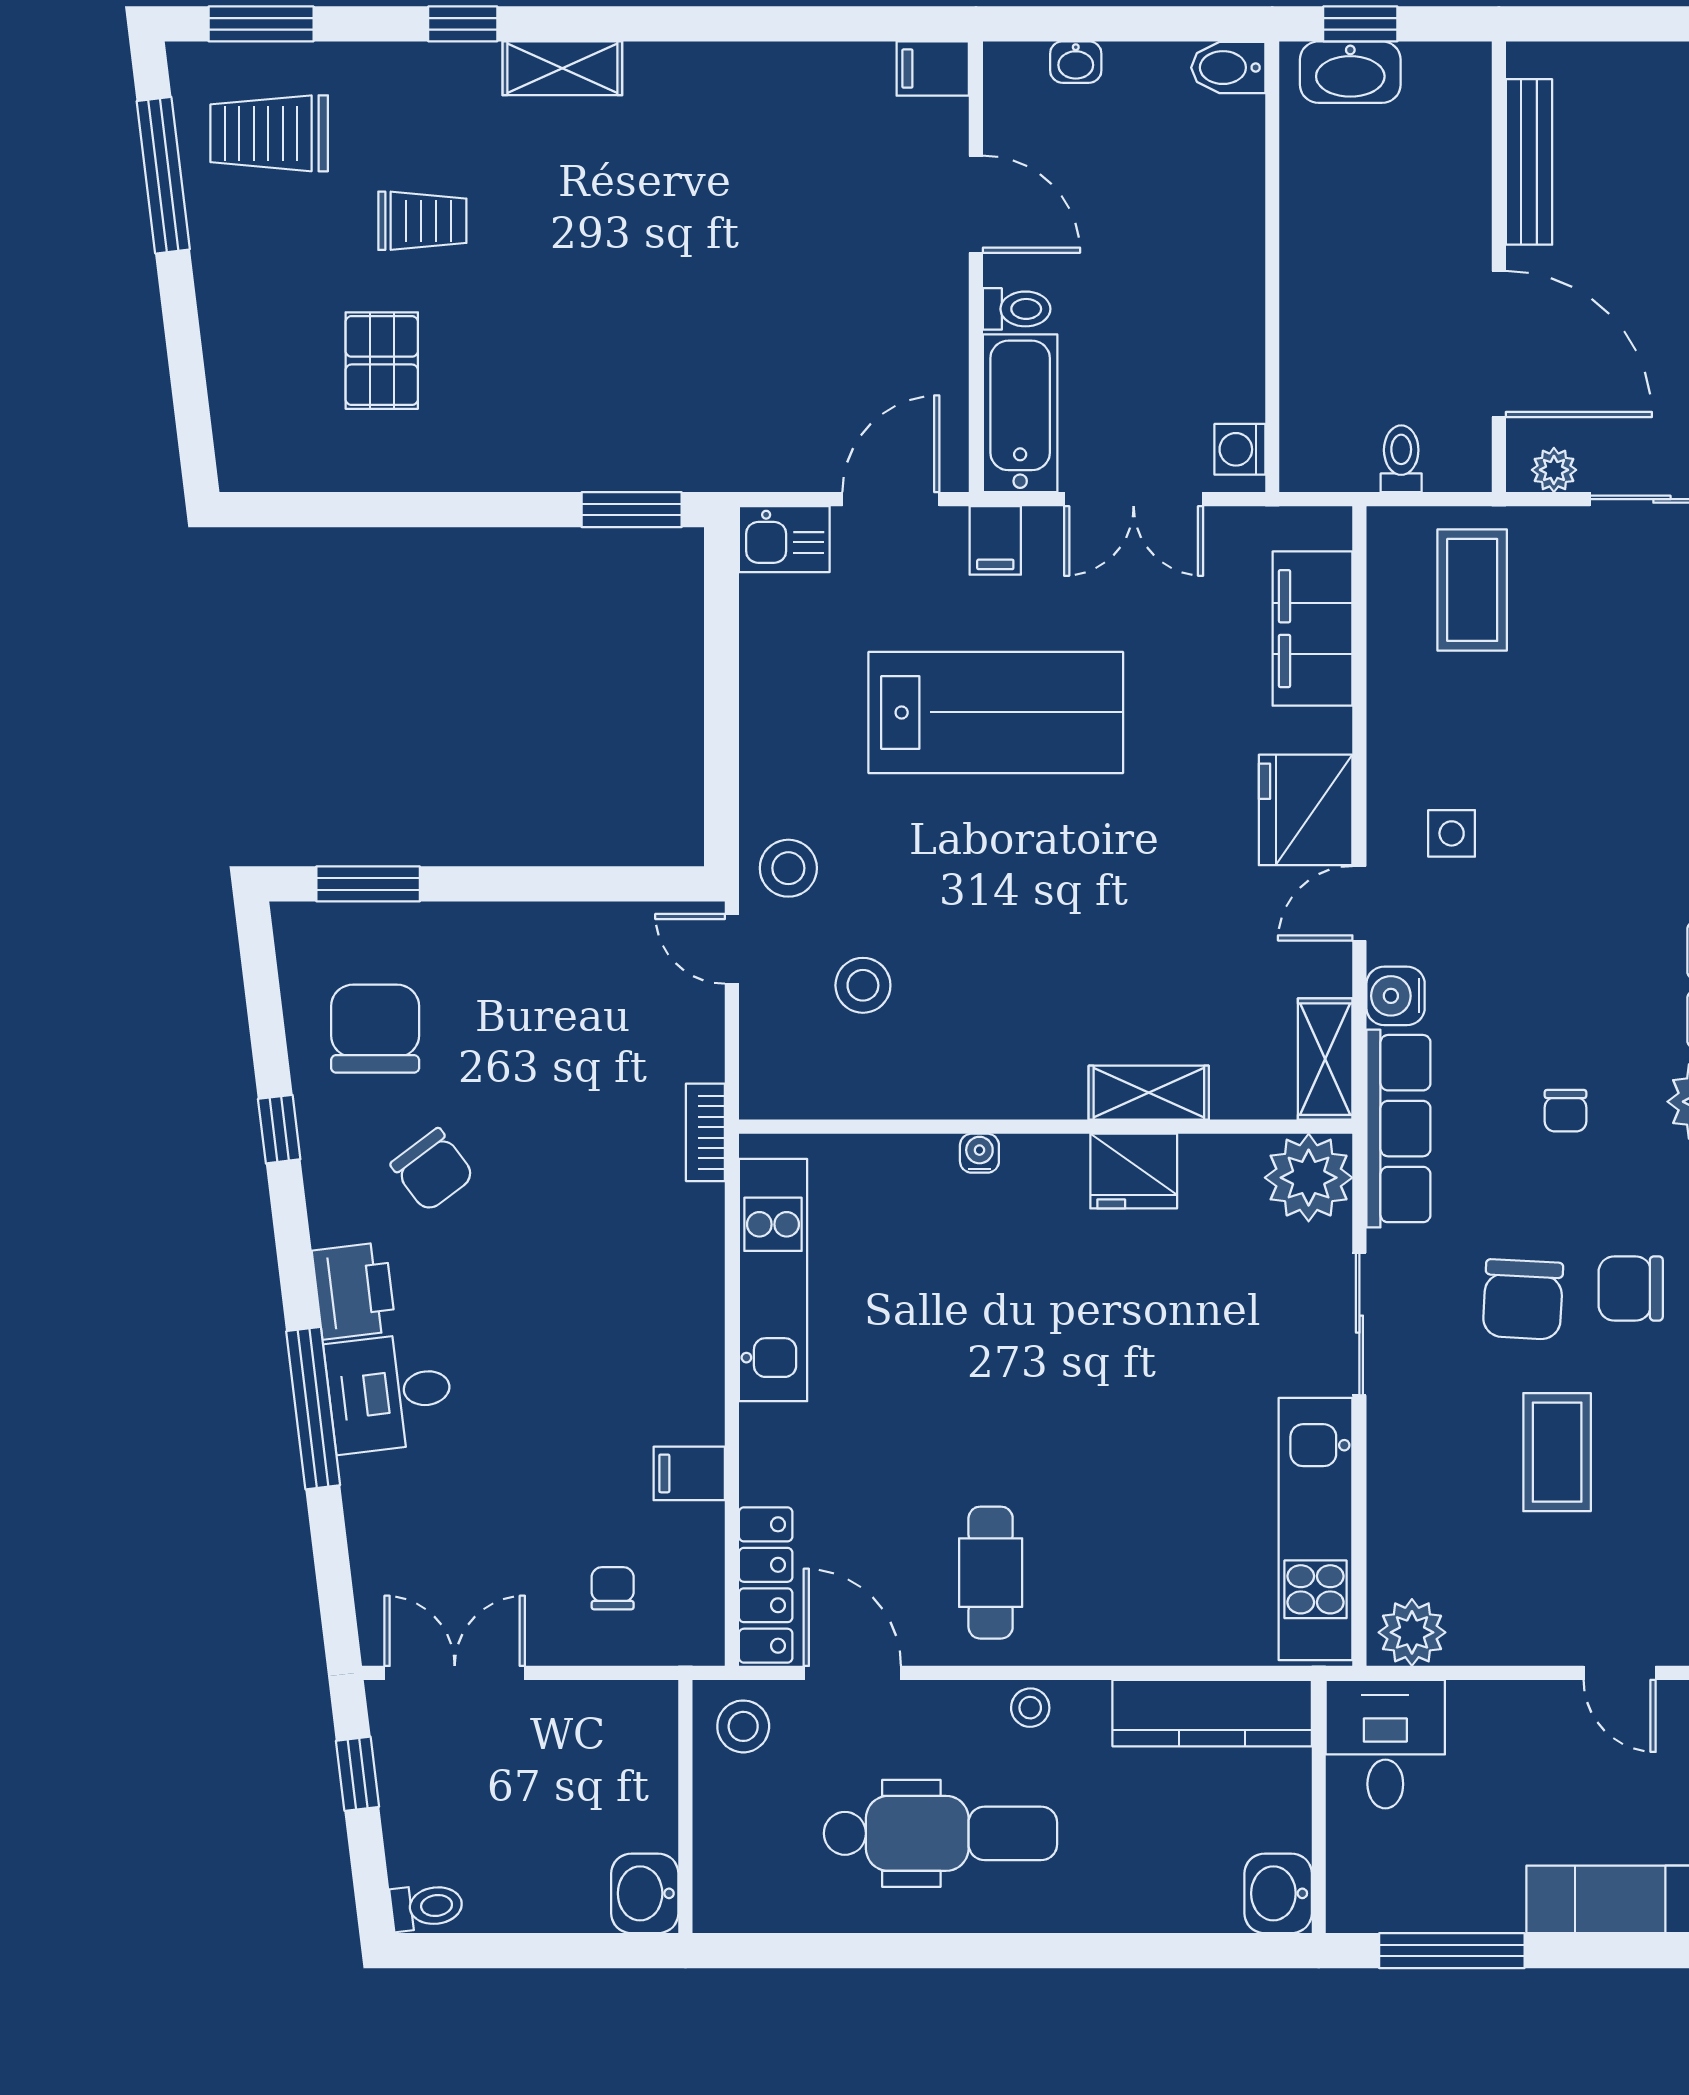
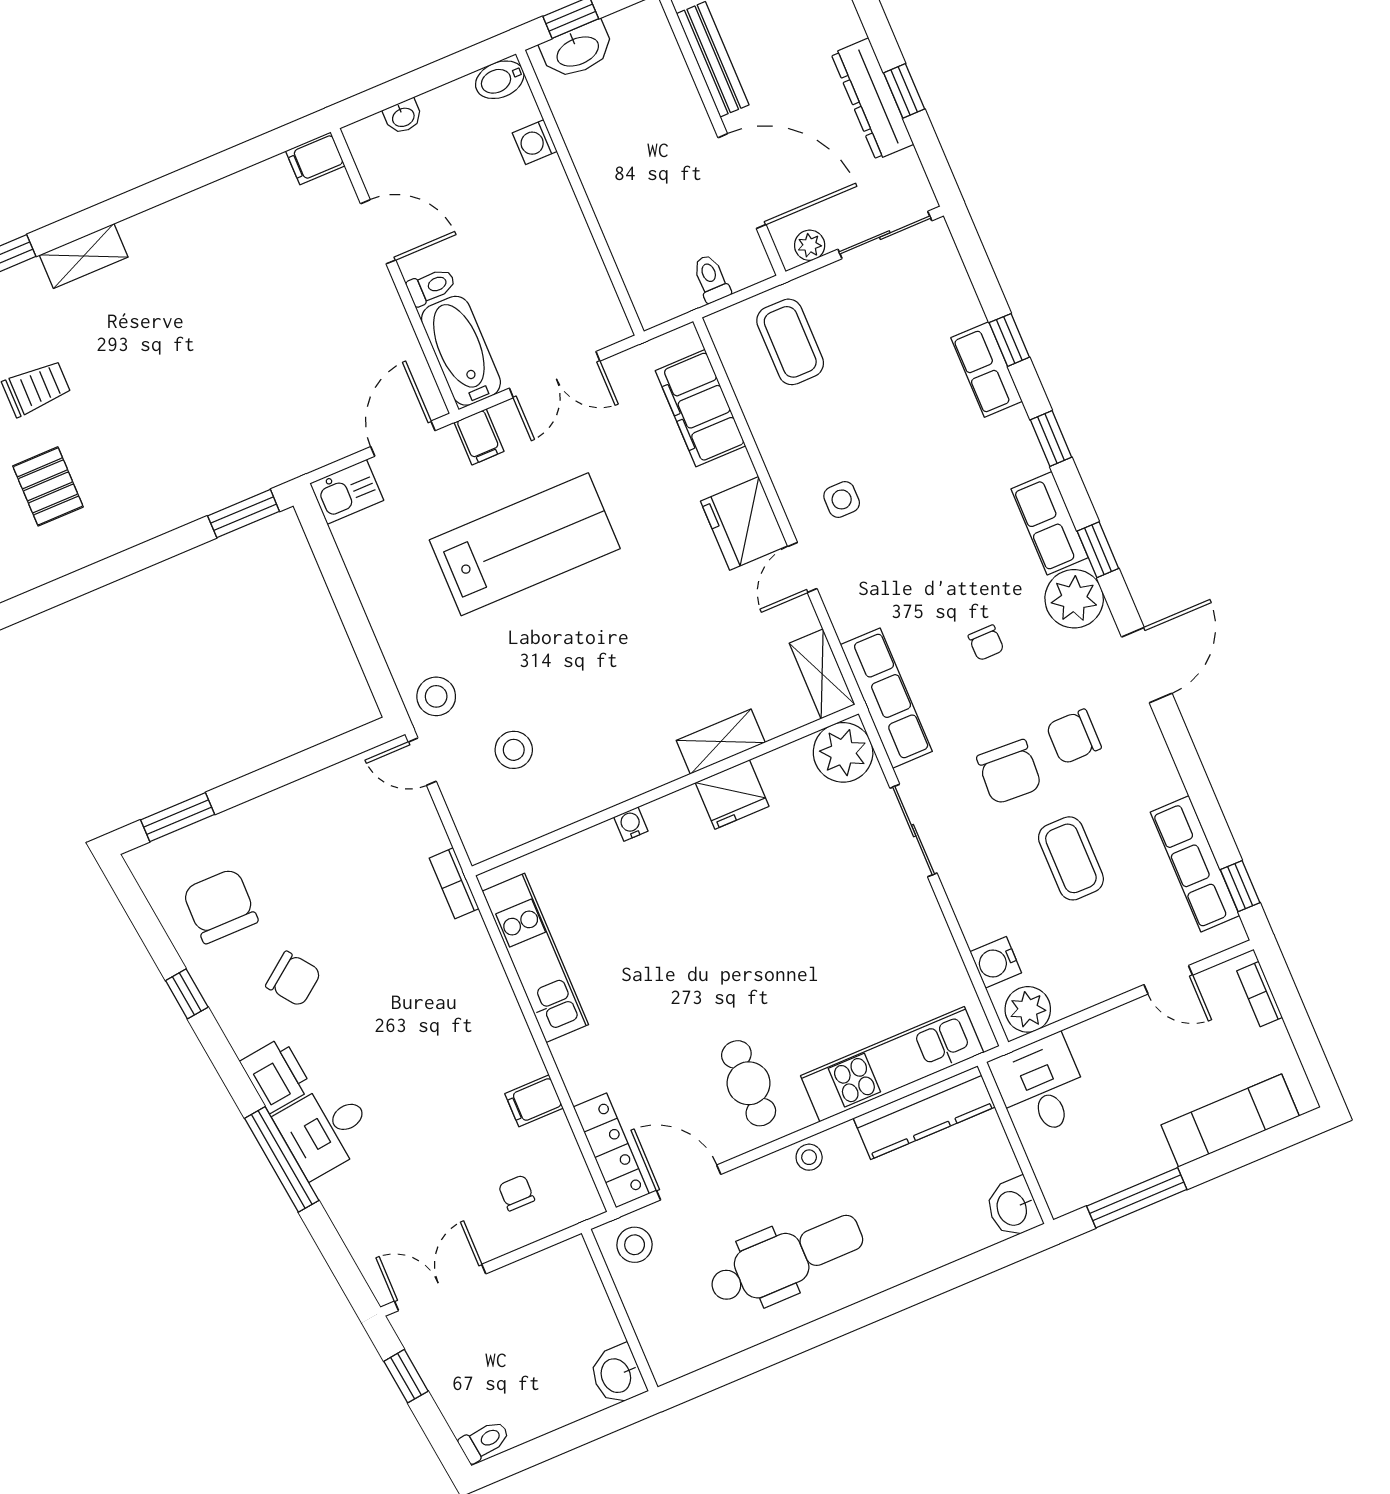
washing machine: (1240, 449) -> (535, 142), moved
water cooler: (1396, 996) -> (996, 962), moved
kitchen unit: (1316, 1529) -> (892, 1064), moved, turned 90

